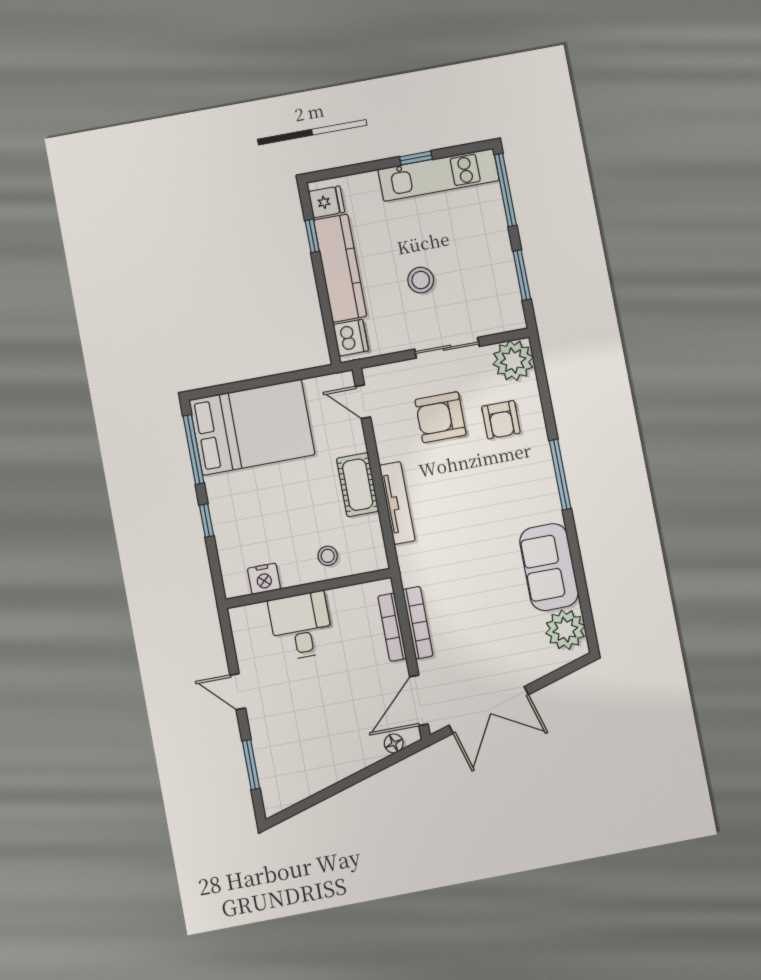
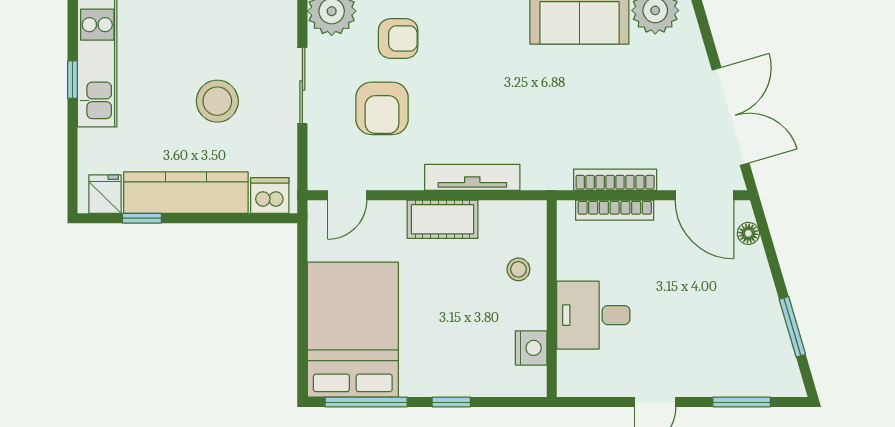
stool: (421, 280) -> (217, 101), width x1.38, depth x1.38
window: (322, 796) -> (792, 327), added

